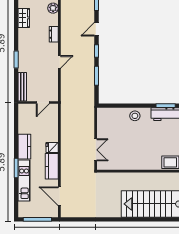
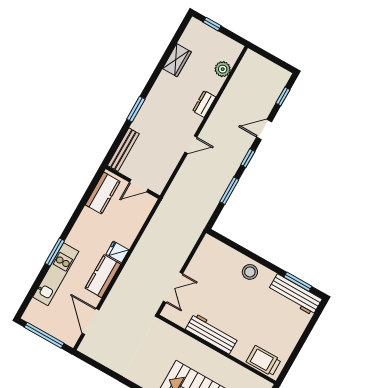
kitchen counter: (24, 147) -> (103, 193), moved
workbench: (133, 164) -> (212, 334), added

